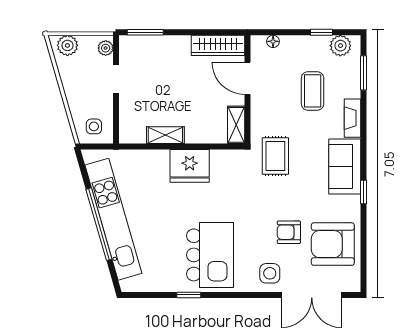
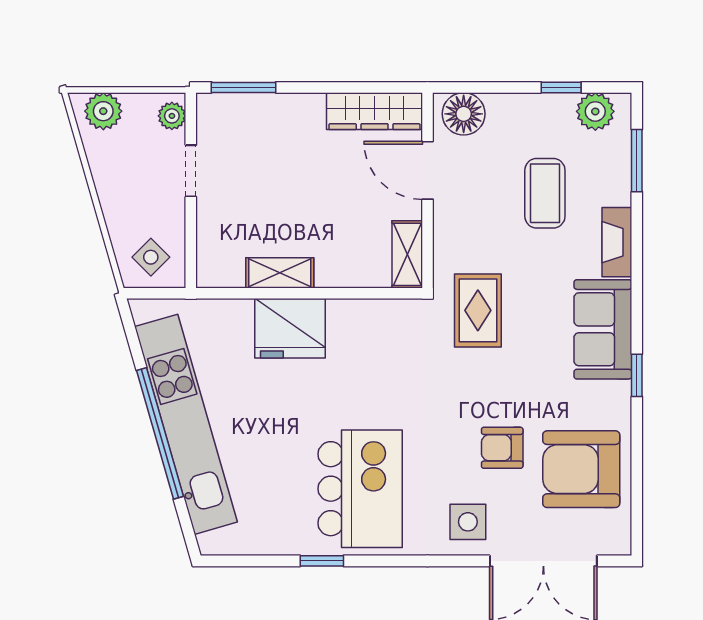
floor lamp: (273, 41) -> (464, 114), width x1.89, depth x1.89
side table: (94, 126) -> (151, 257), turned 45
fridge: (190, 166) -> (290, 328), moved

